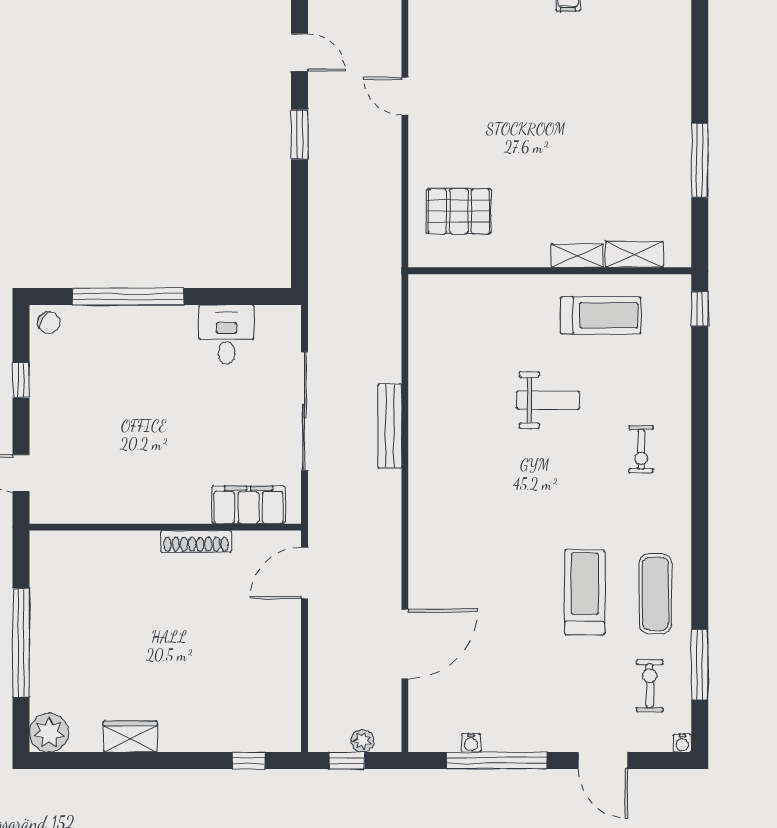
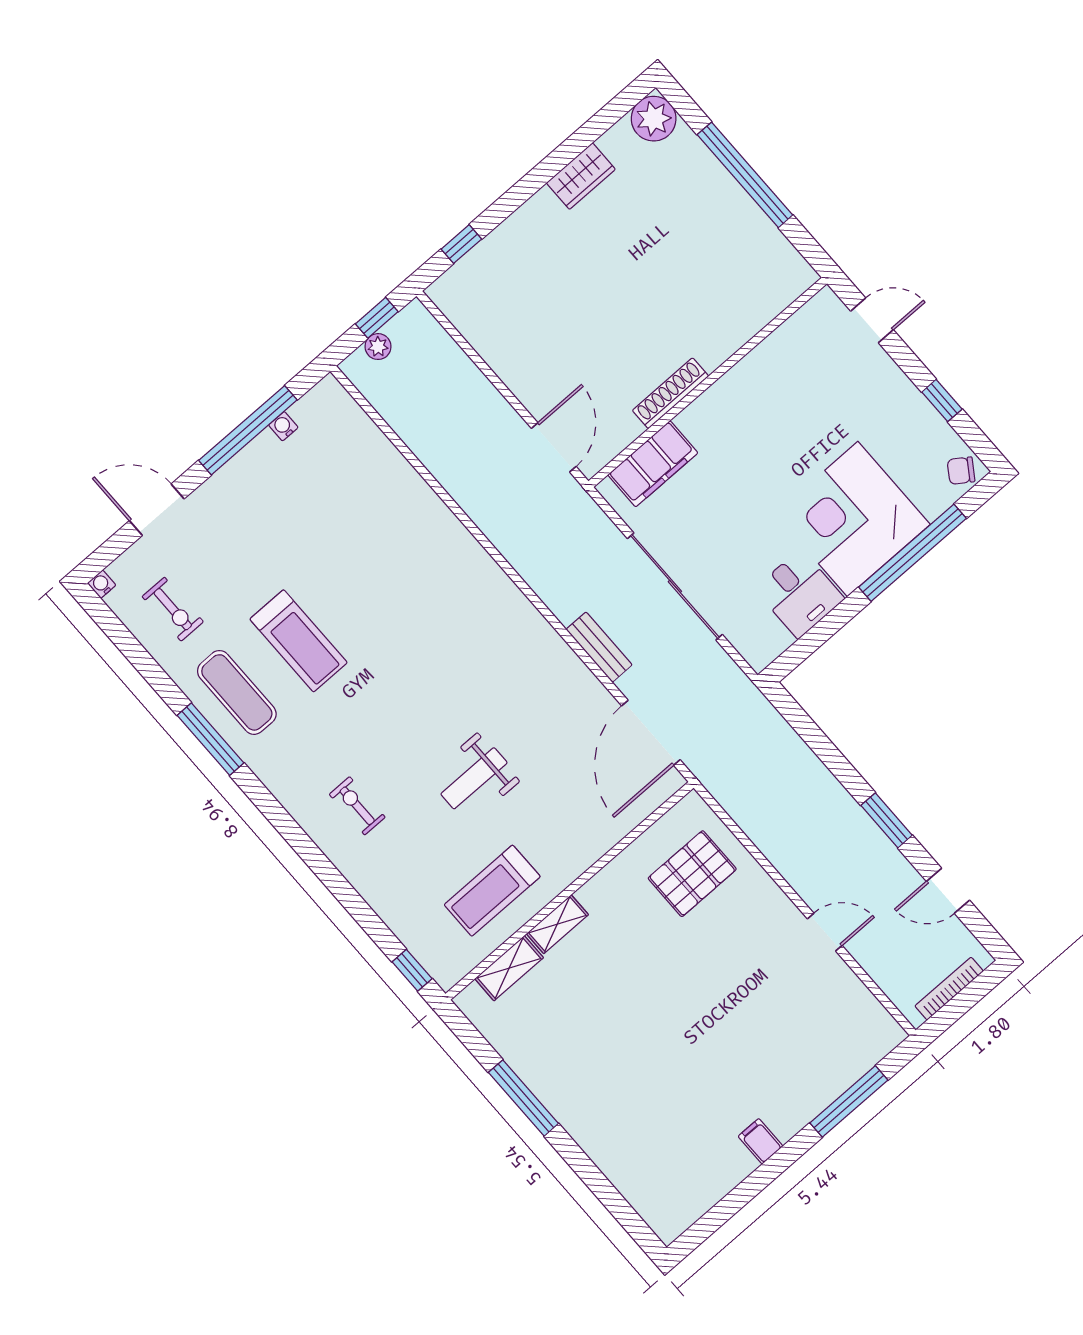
corner desk: (148, 353) -> (853, 519), added
bench: (390, 426) -> (599, 647), width x0.73
door: (405, 644) -> (651, 733), moved
window: (700, 665) -> (210, 739), moved

